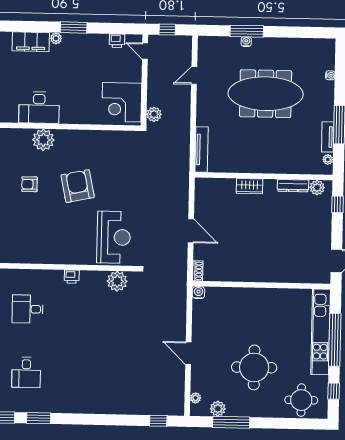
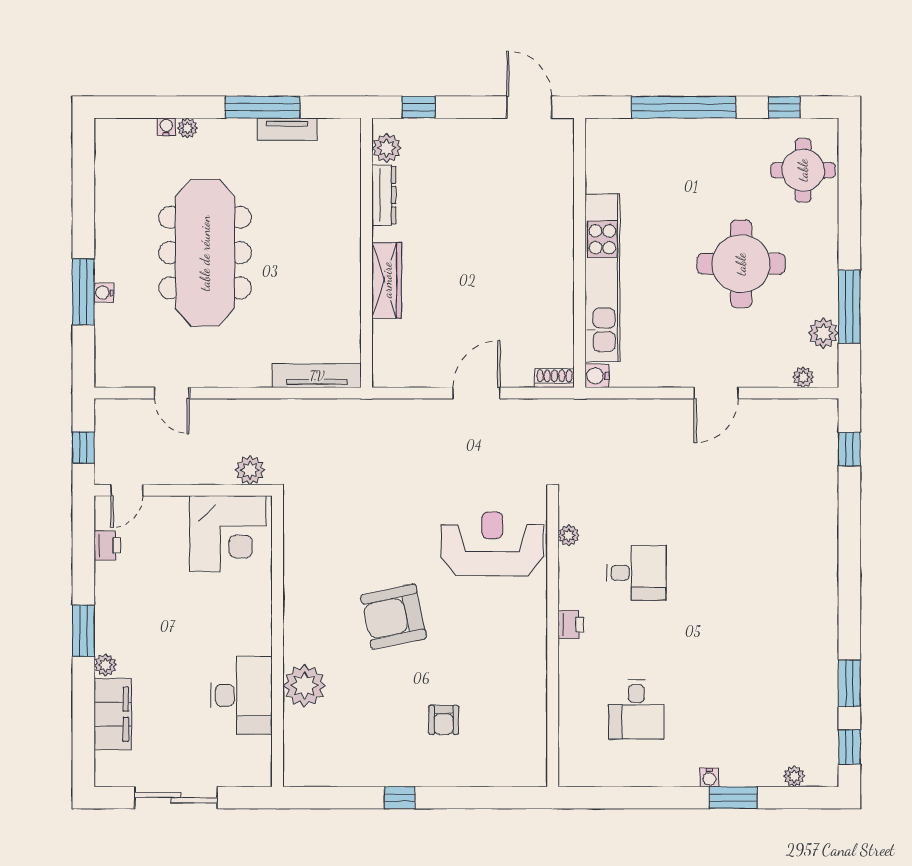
plant: (328, 160) -> (187, 128), moved
armchair: (30, 184) -> (444, 720), moved
wardrobe: (249, 186) -> (387, 280), width x1.50
plant: (117, 281) -> (569, 535), width x0.53, depth x0.53
kitchen unit: (321, 332) -> (602, 278), moved, turned -90
desk: (26, 372) -> (636, 573), moved

